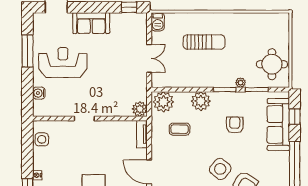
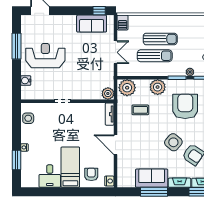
sofa: (91, 23) -> (92, 24), moved
sun lounger: (197, 63) -> (155, 56), added
armchair: (235, 125) -> (185, 106), width x1.88, depth x1.88

